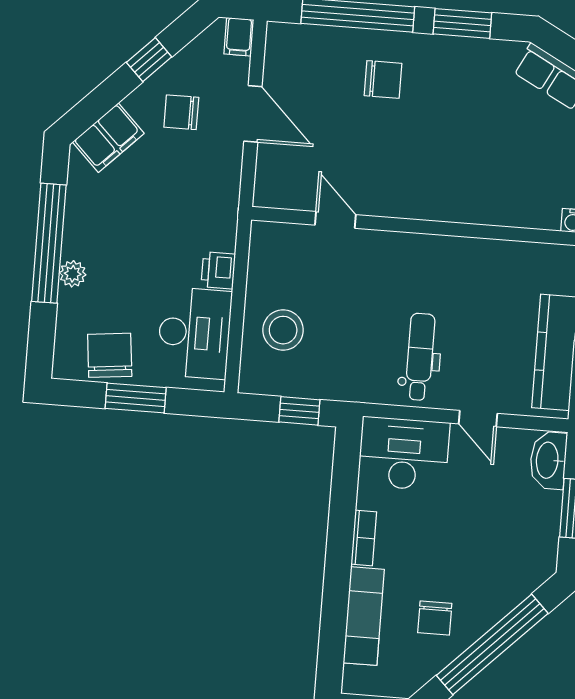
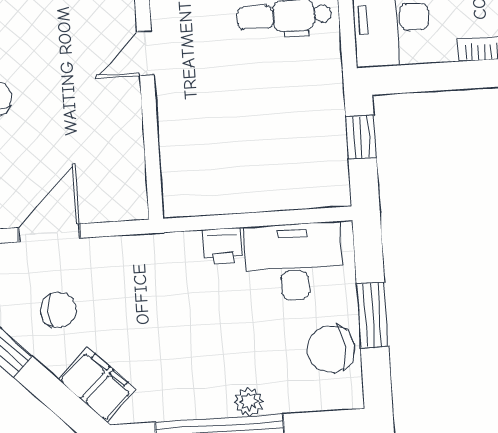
chair: (181, 112) -> (59, 310), turned -90
door: (335, 220) -> (145, 53), moved
stool: (283, 330) -> (277, 167), removed

